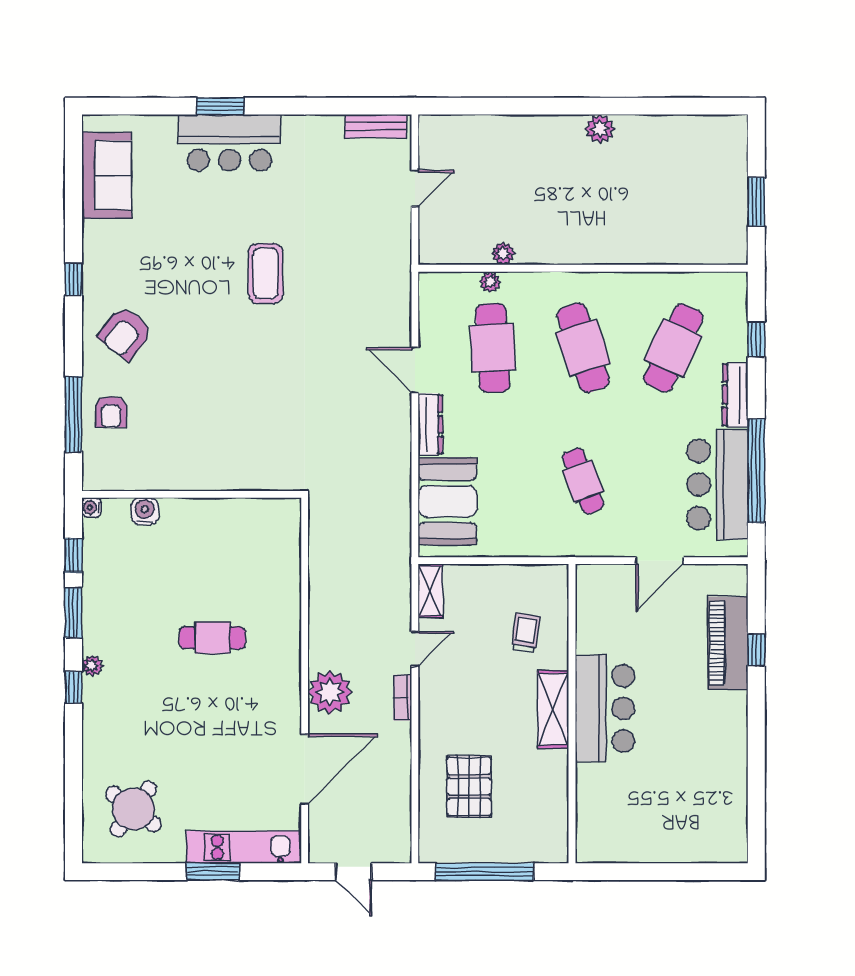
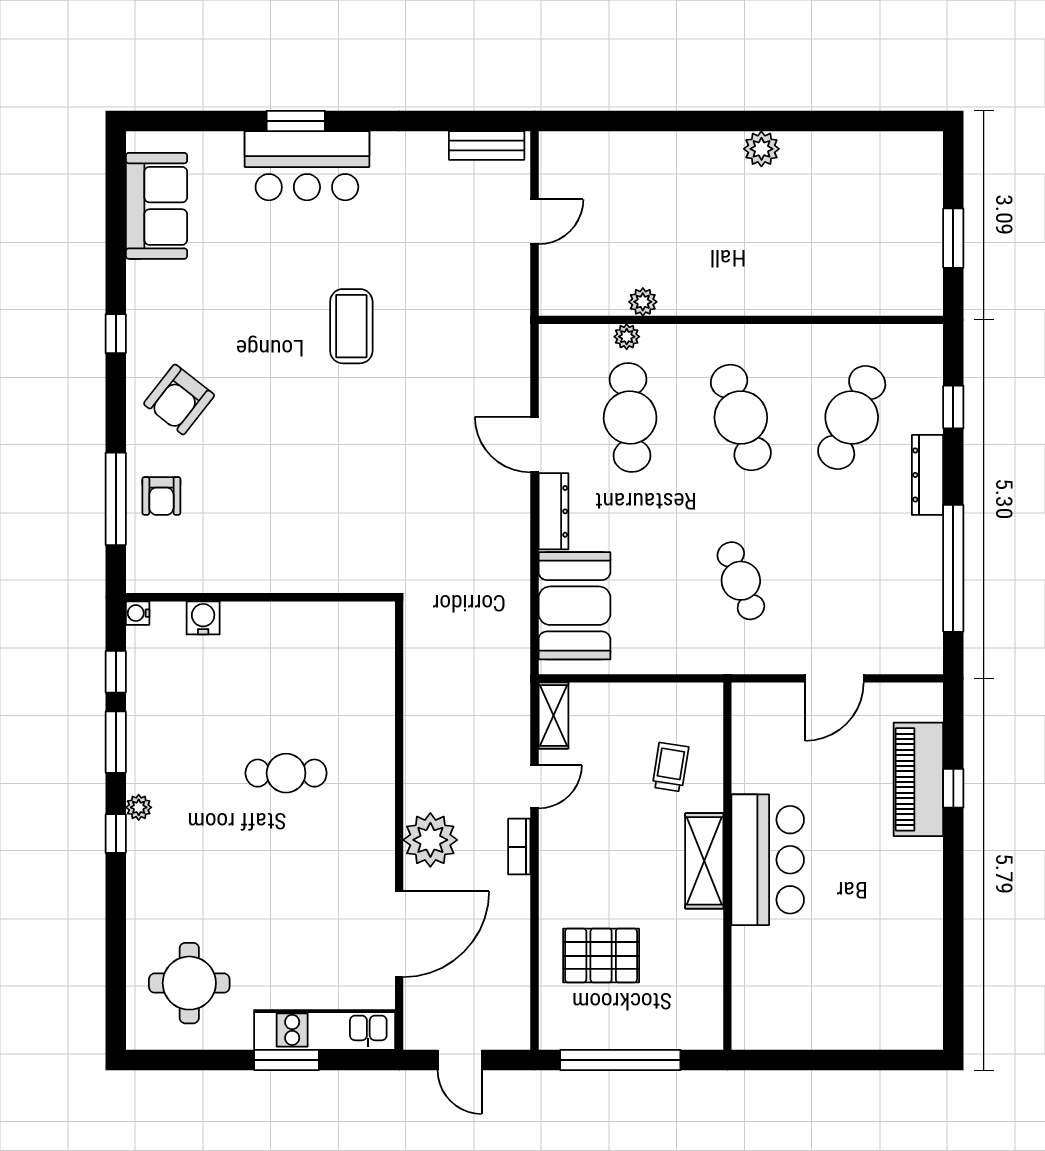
bar counter: (718, 484) -> (906, 585), removed
pallet: (469, 786) -> (601, 956), turned 90
round table: (133, 809) -> (189, 983), turned -37

